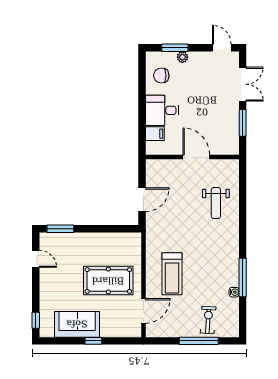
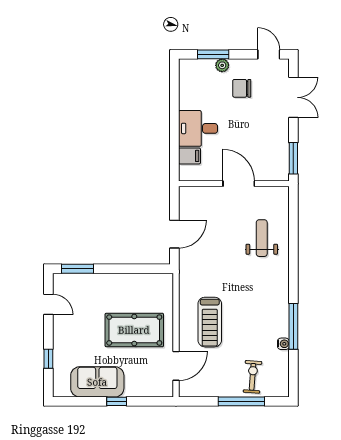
chair: (161, 76) -> (242, 88), moved
window: (243, 123) -> (293, 158), moved
weight bench: (216, 203) -> (262, 238), turned 180
window: (36, 320) -> (48, 359), moved

